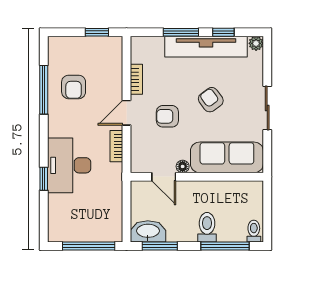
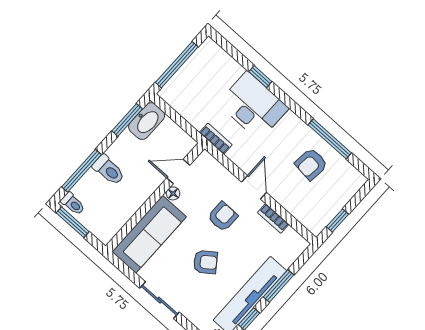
armchair: (74, 87) -> (311, 164), turned -84
bookcase: (116, 146) -> (216, 139), moved
window: (267, 219) -> (73, 222), added

